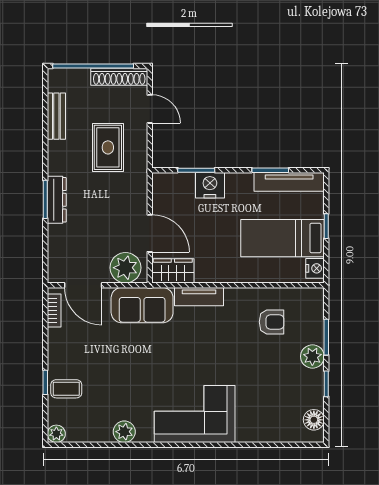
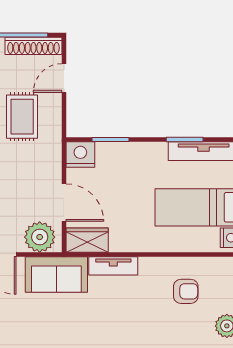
door: (150, 109) -> (64, 78), swing flipped
nightstand: (210, 185) -> (80, 154), moved

